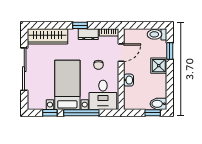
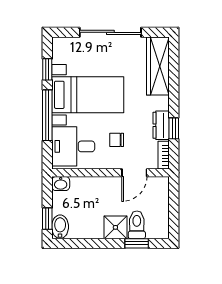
window: (80, 25) -> (174, 128), moved
toilet: (157, 34) -> (137, 225), moved
door: (121, 53) -> (134, 173), hinge flipped
washbasin: (129, 80) -> (61, 184), moved

